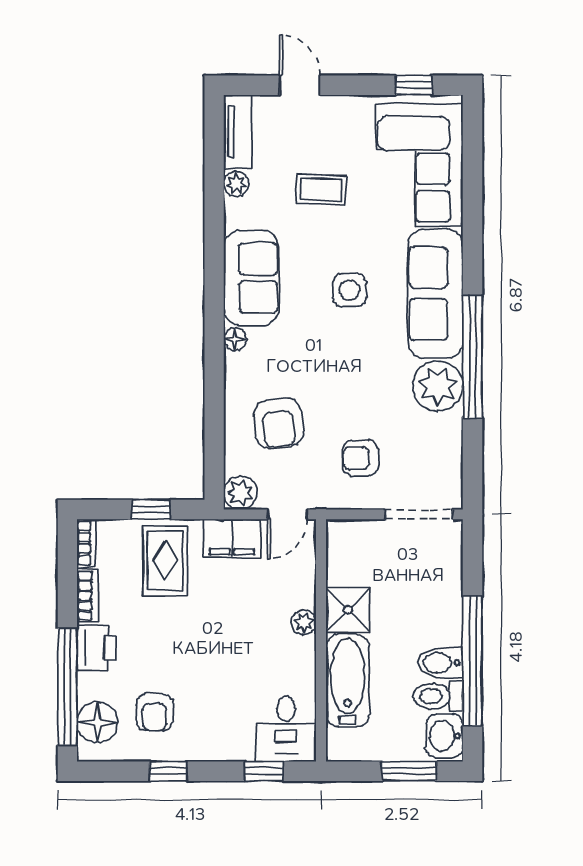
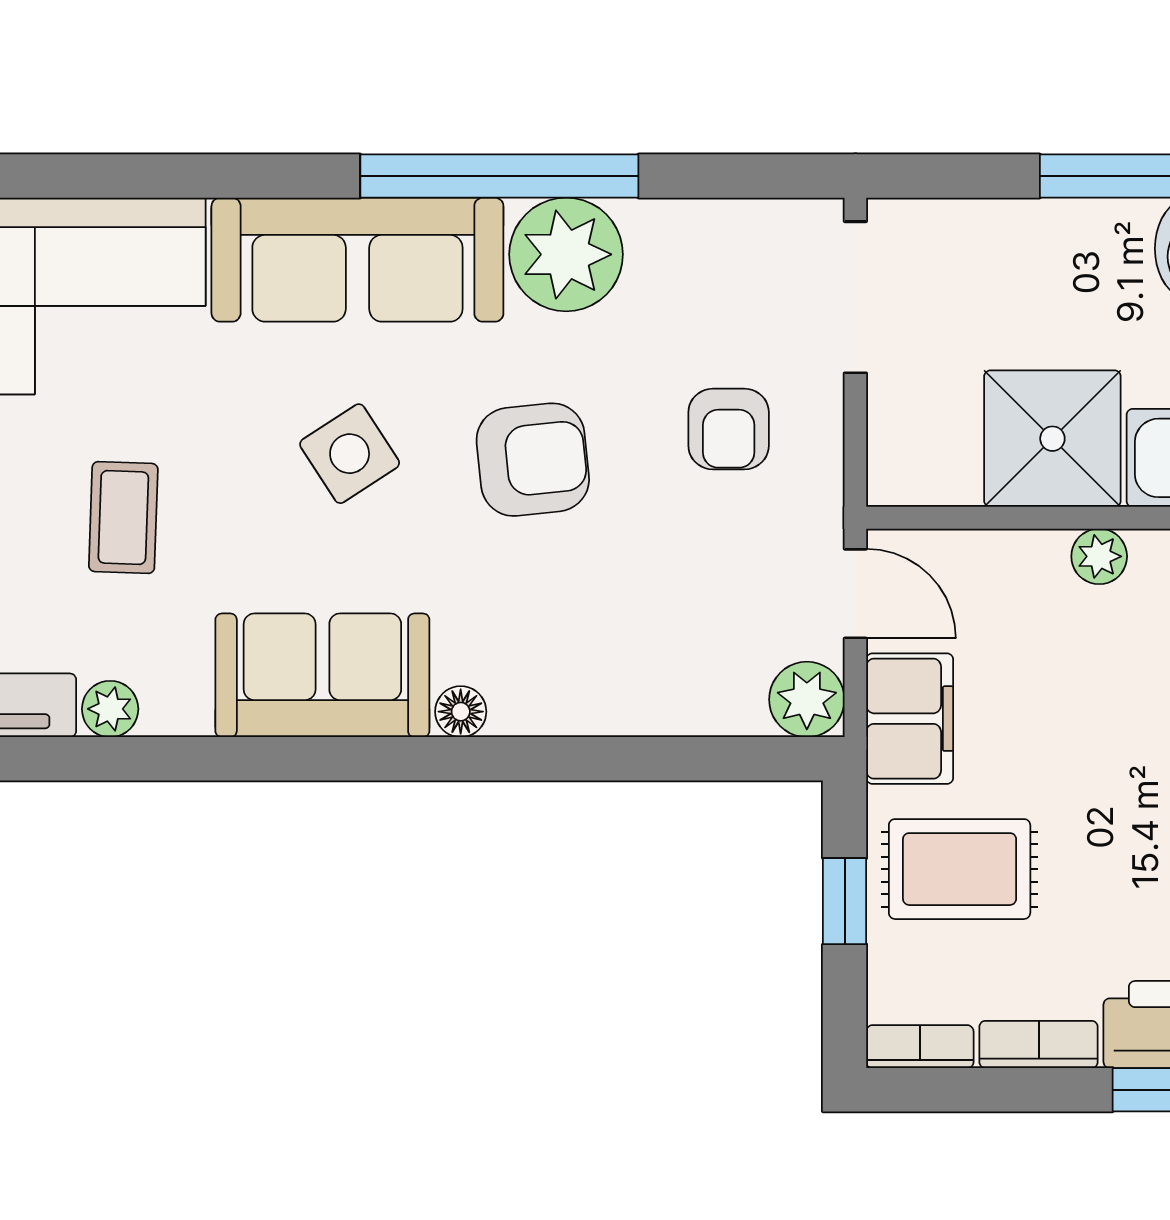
side table: (349, 290) -> (350, 454), turned -33
armchair: (278, 423) -> (533, 460), moved
shower: (348, 610) -> (1052, 439), width x1.36, depth x1.36

